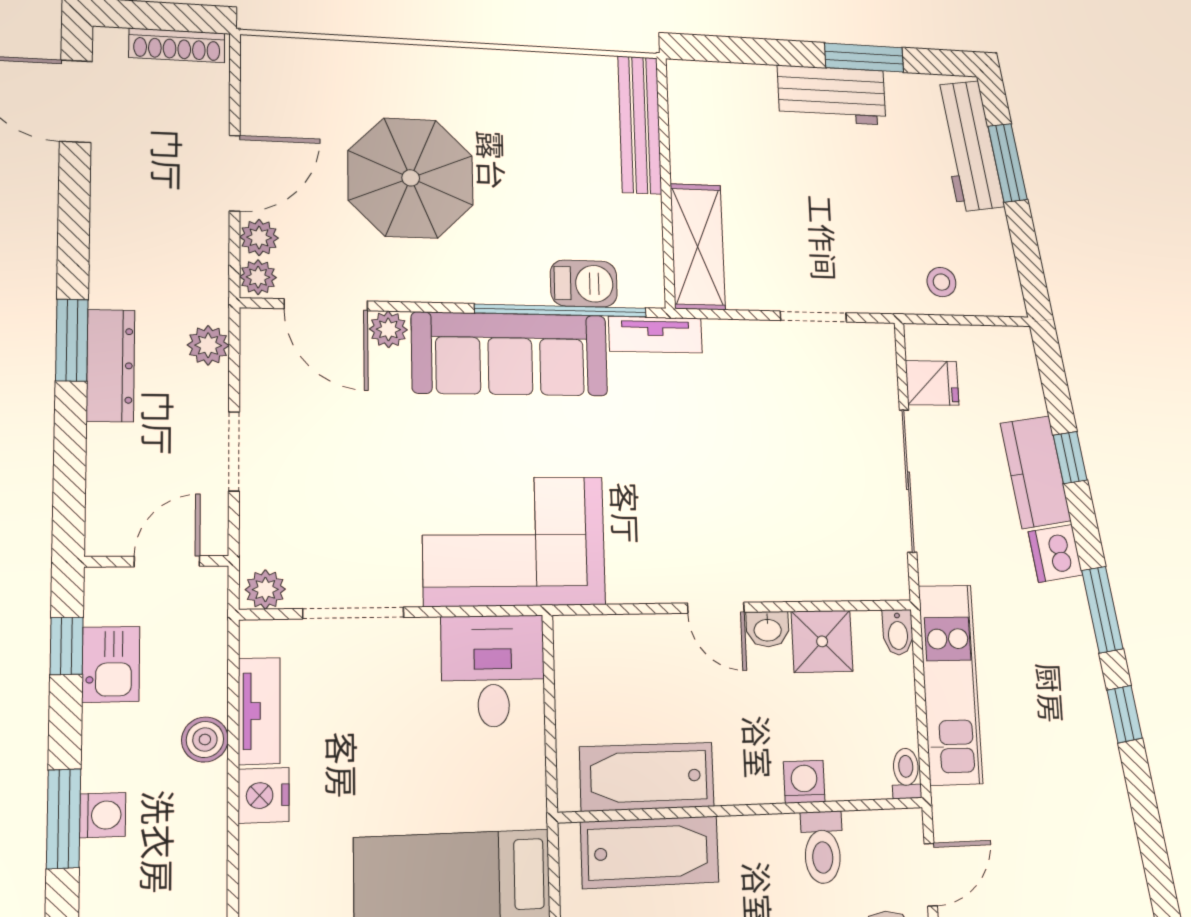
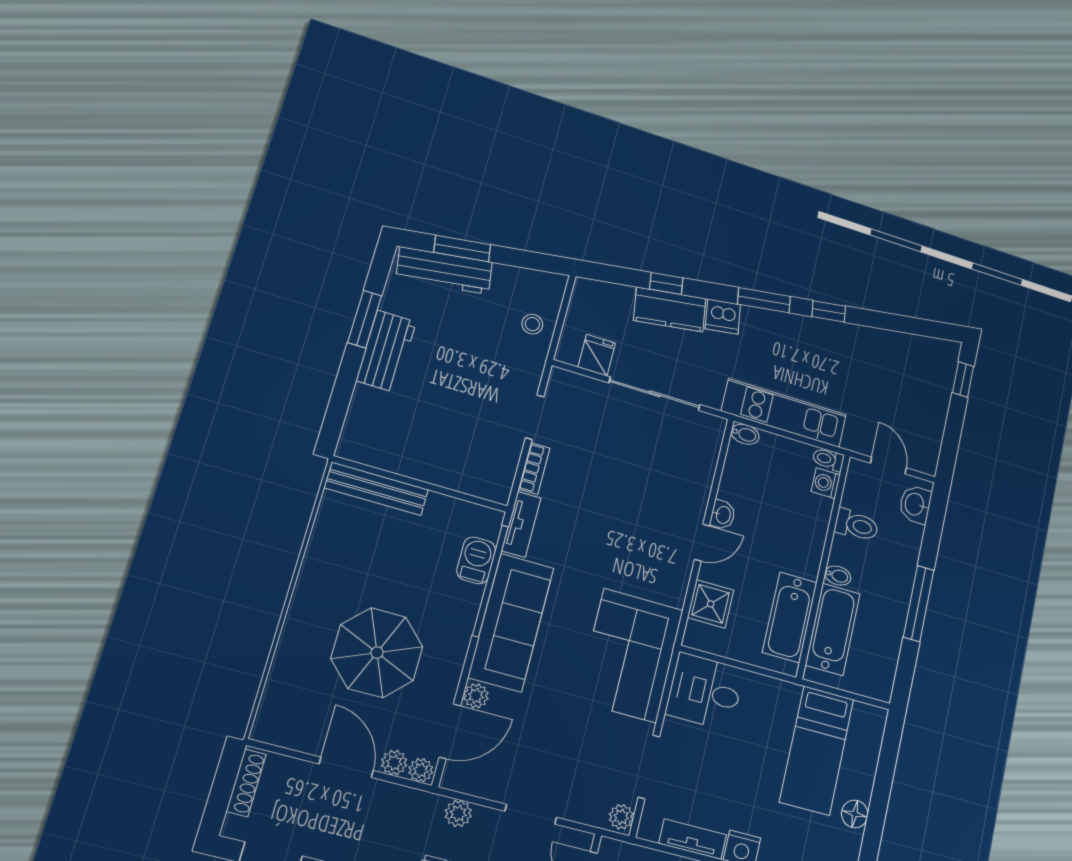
shelving: (698, 247) -> (470, 478), removed
bookcase: (741, 334) -> (534, 469), added
shower: (822, 641) -> (711, 604), moved
washing machine: (804, 782) -> (826, 483), moved
bidet: (735, 838) -> (838, 576), added

